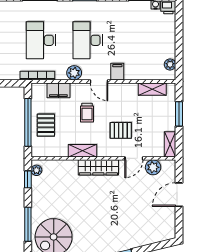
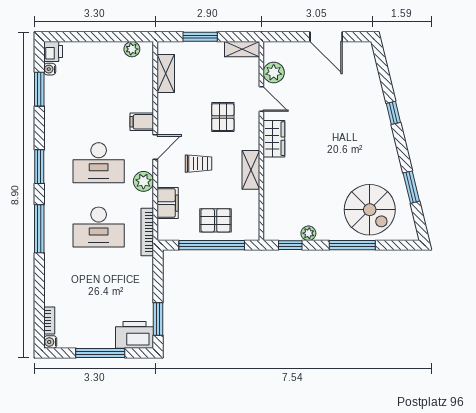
wardrobe: (98, 167) -> (274, 139), width x0.67
plant: (36, 170) -> (308, 233), moved
door: (179, 195) -> (326, 37), moved

